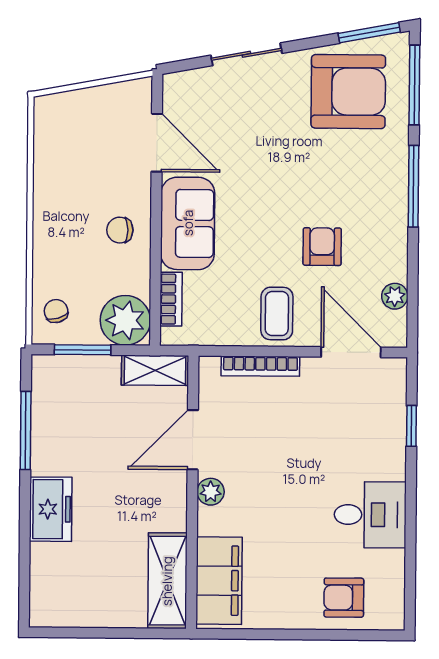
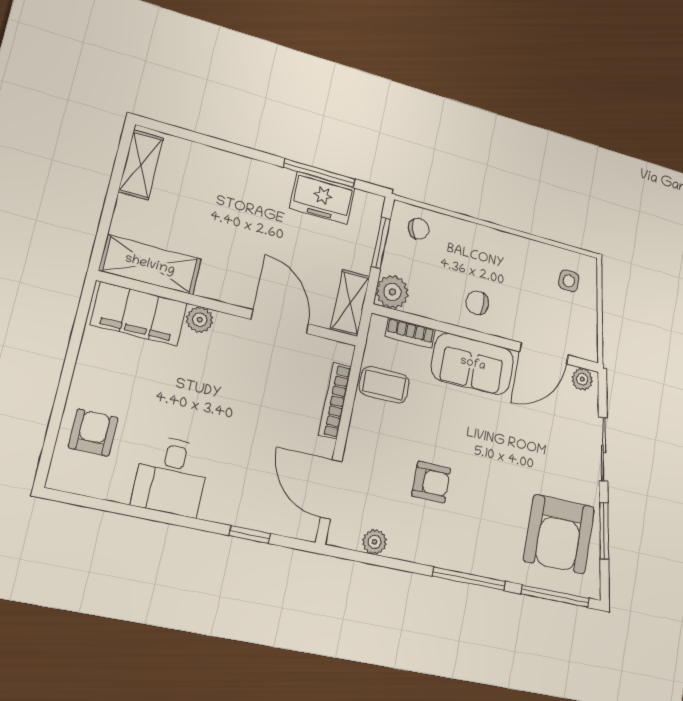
window: (369, 33) -> (604, 531), moved
plant: (175, 92) -> (582, 379), added
side table: (68, 127) -> (569, 281), added
chair: (120, 230) -> (477, 303), turned -90
coffee table: (277, 314) -> (384, 385), moved
plant: (125, 320) -> (392, 292), width x0.73, depth x0.73
door: (351, 352) -> (331, 489), swing flipped
plant: (211, 492) -> (200, 320), moved
freezer: (51, 509) -> (322, 198), moved
shelving: (69, 612) -> (141, 165), added

